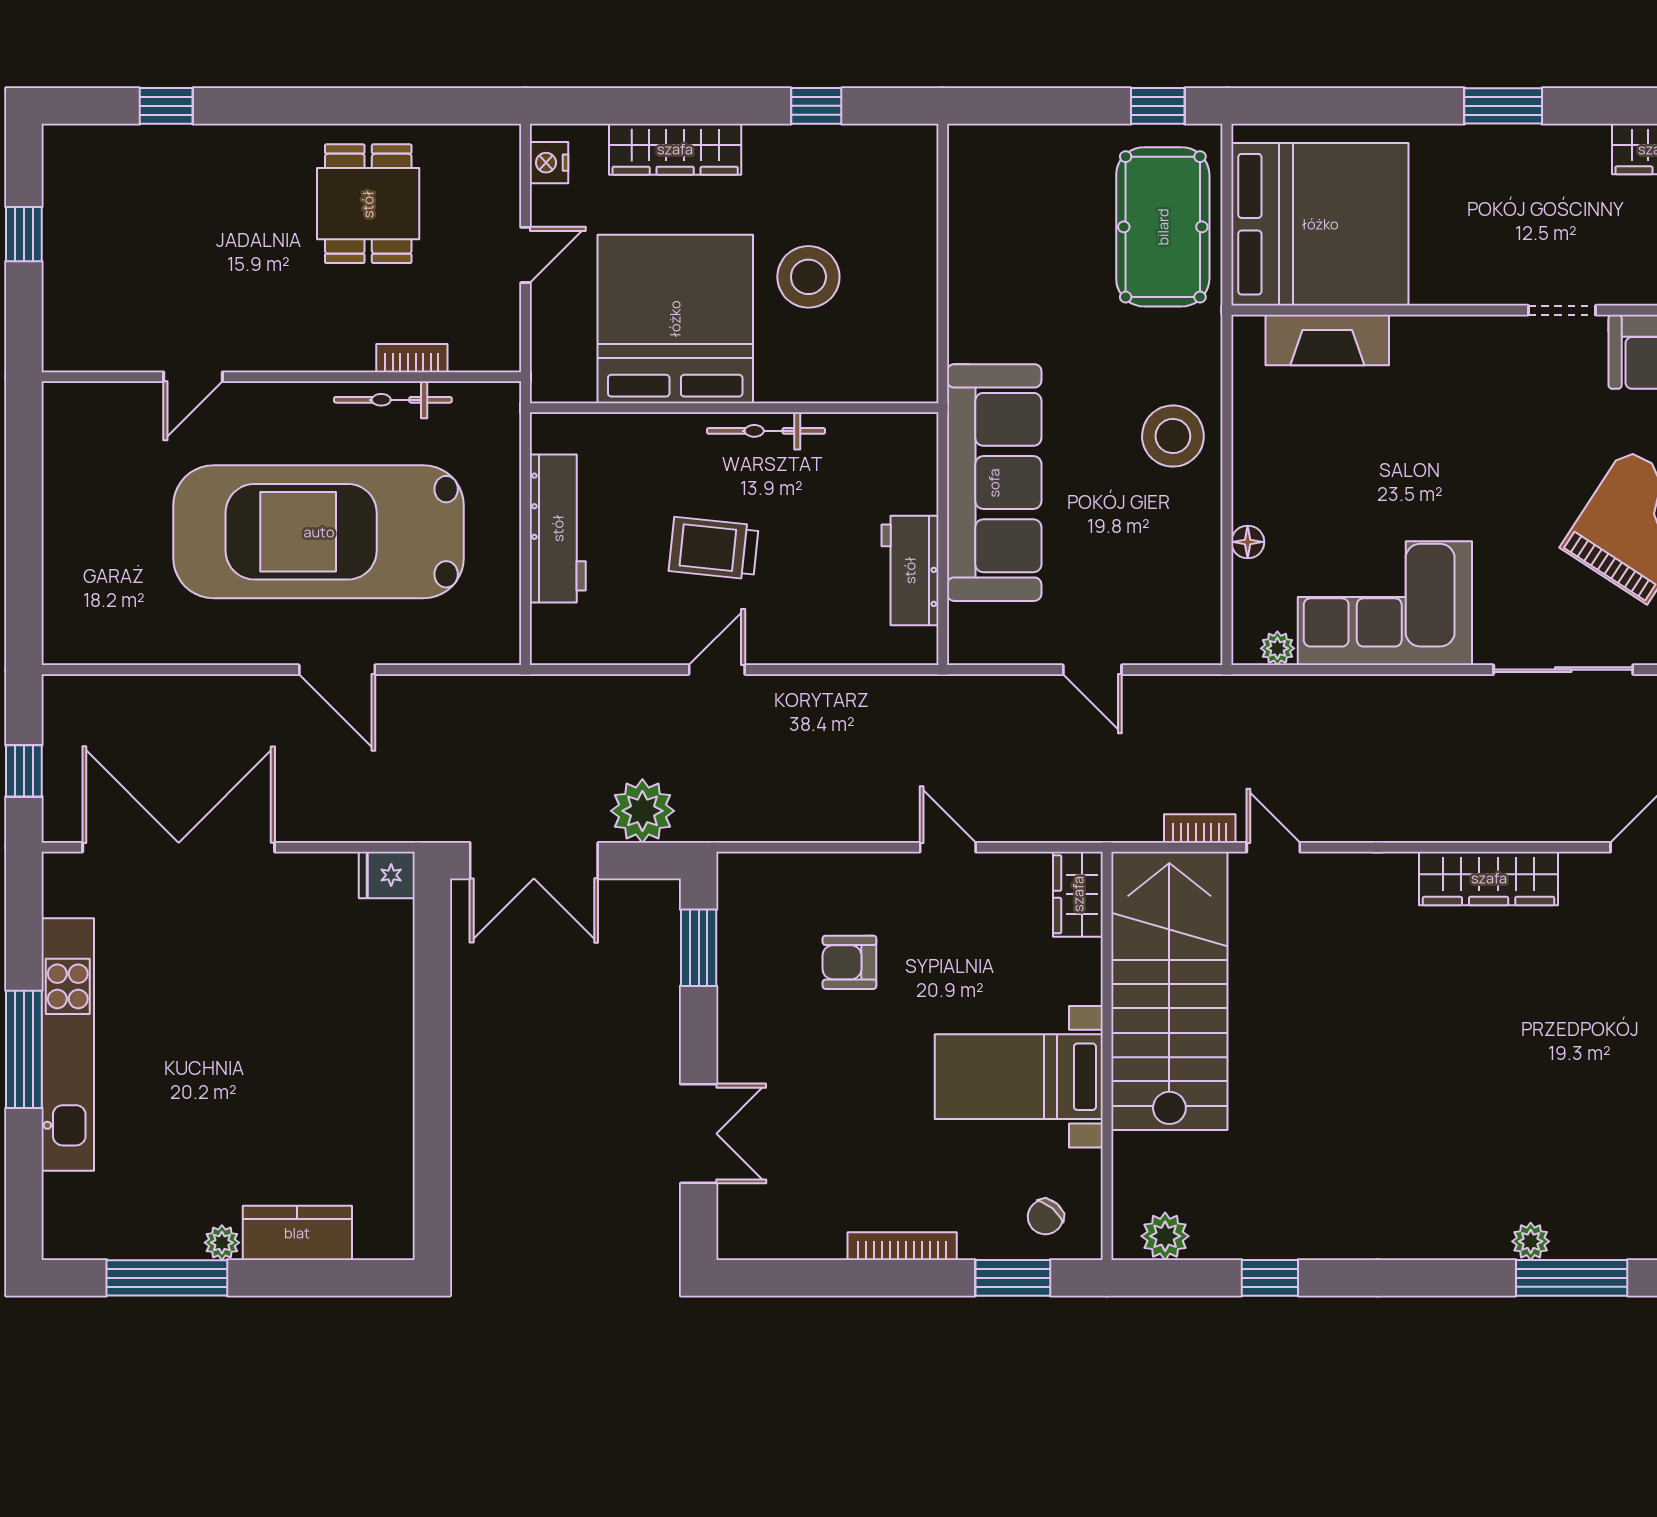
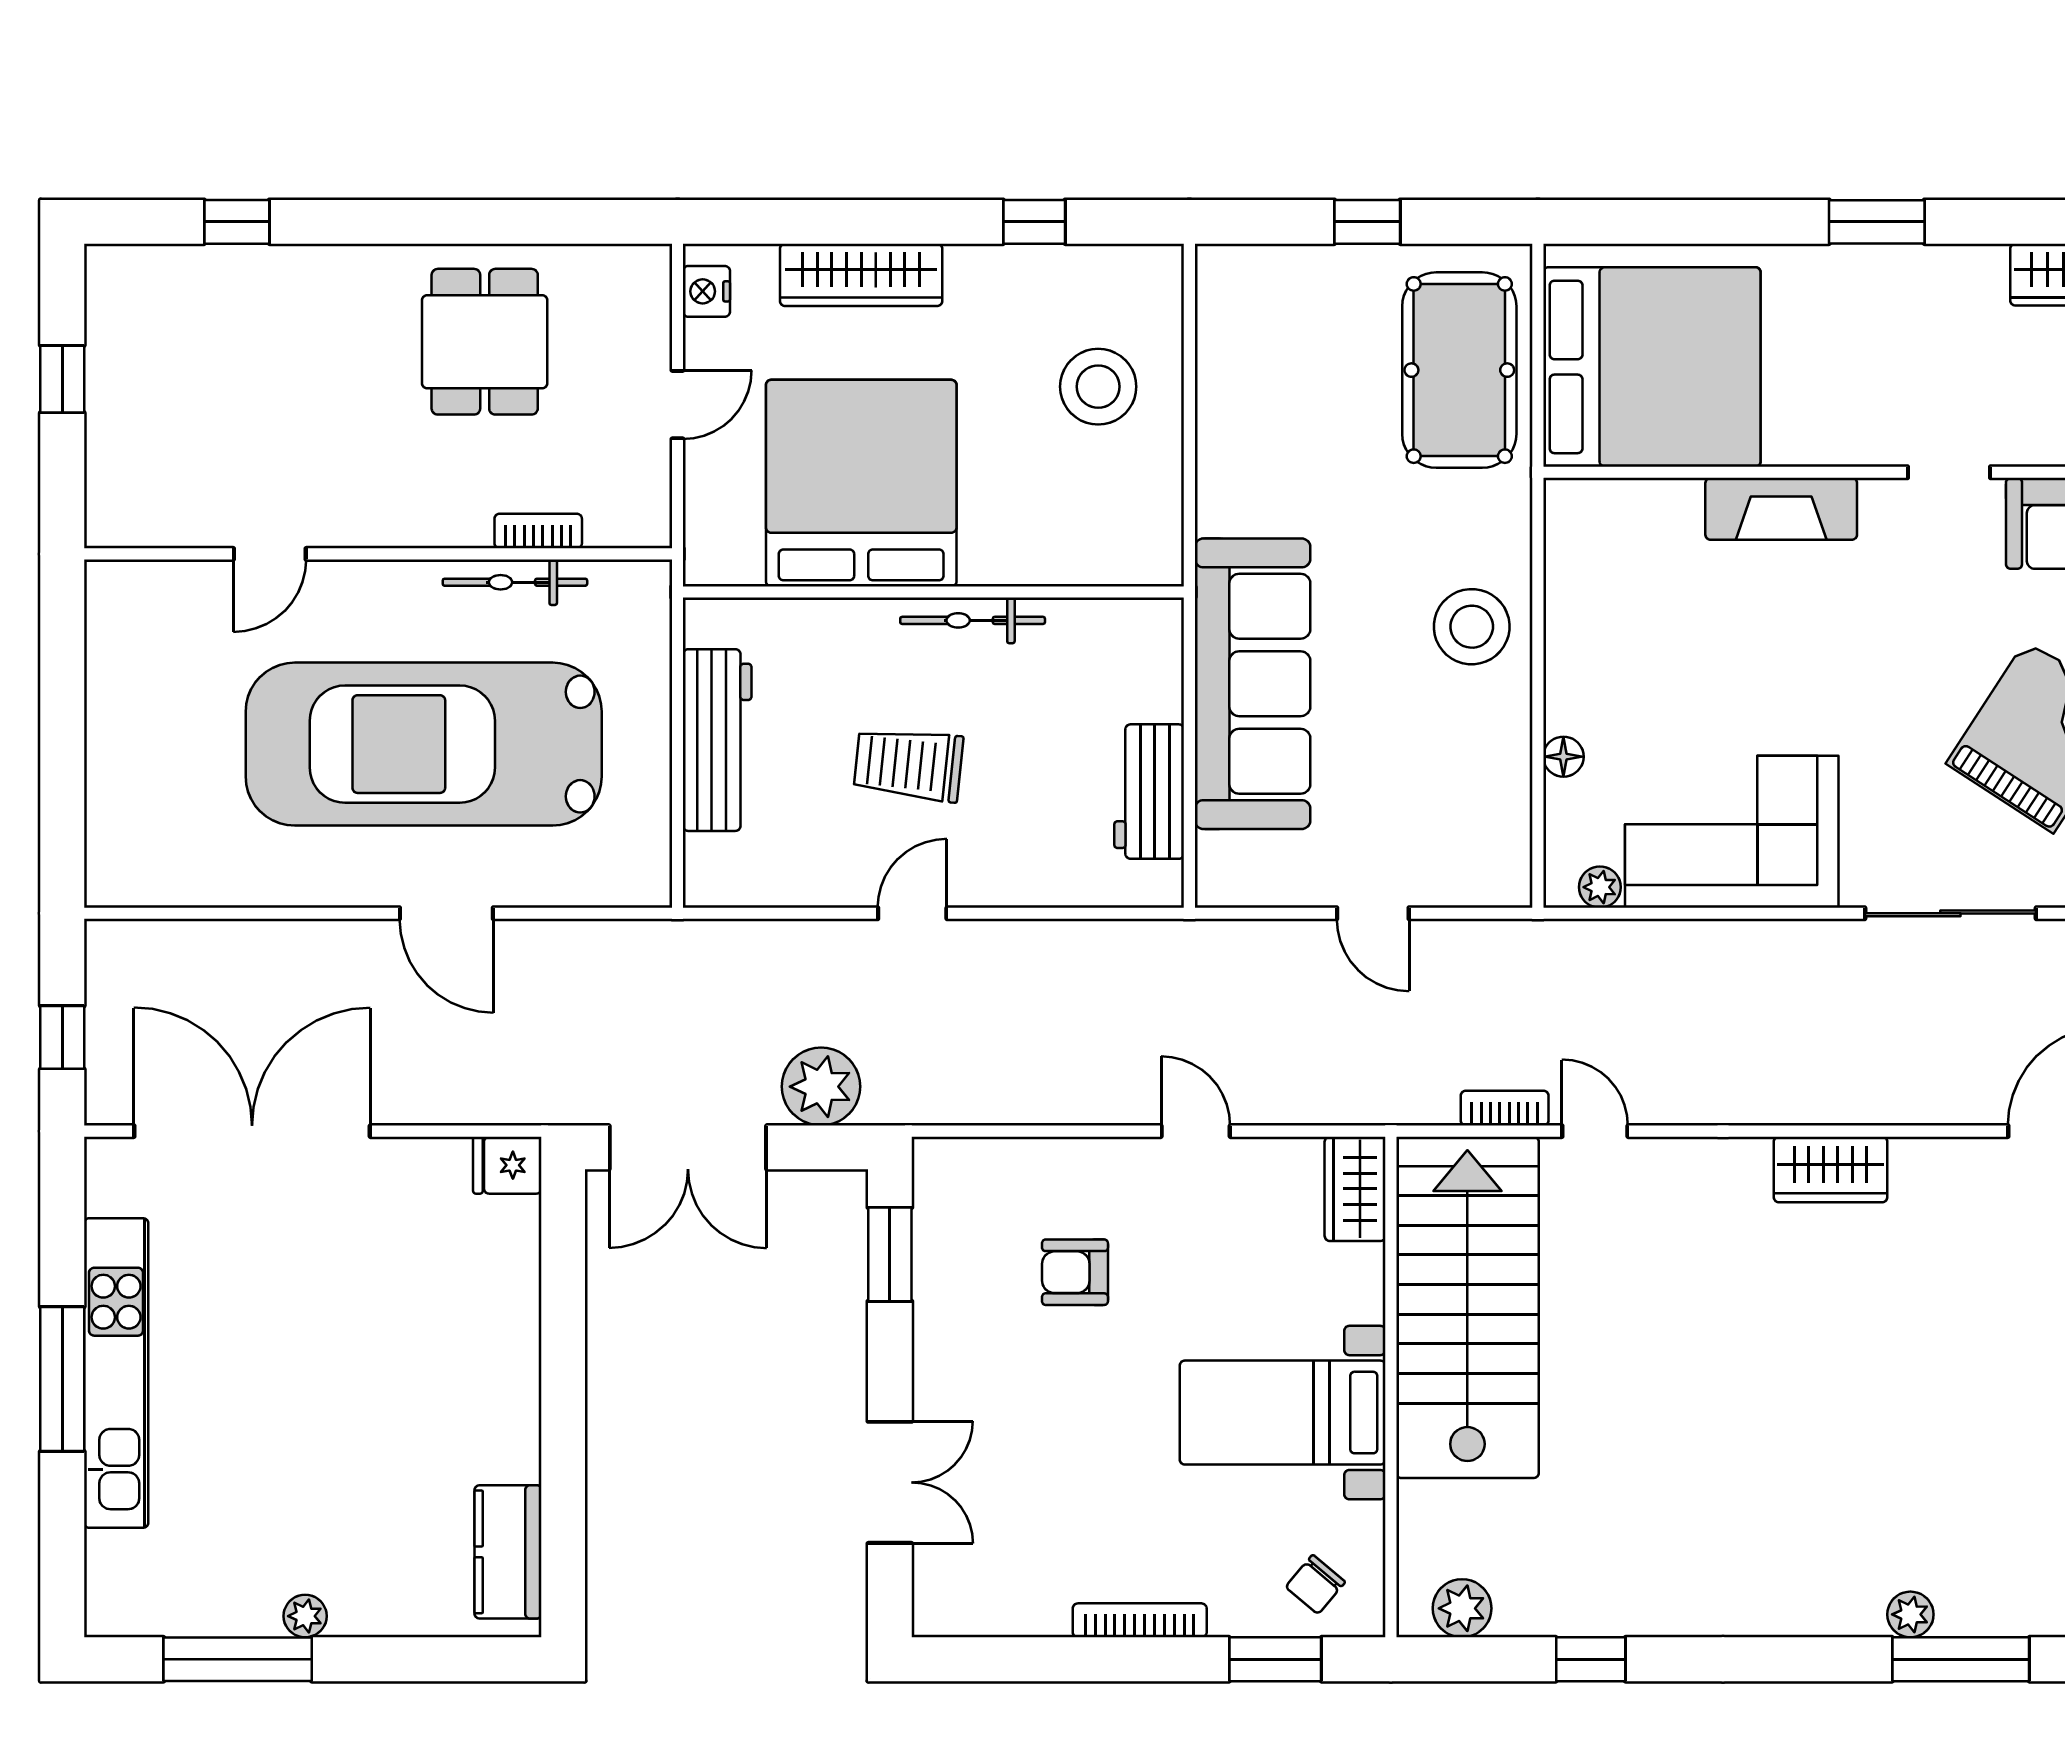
window: (1158, 106) -> (1367, 222), moved
stool: (808, 277) -> (1098, 387), moved
fireplace: (1327, 340) -> (1781, 509), moved
wardrobe: (1489, 878) -> (1831, 1169), width x0.67
kitchen counter: (297, 1233) -> (508, 1552), moved, turned -90

